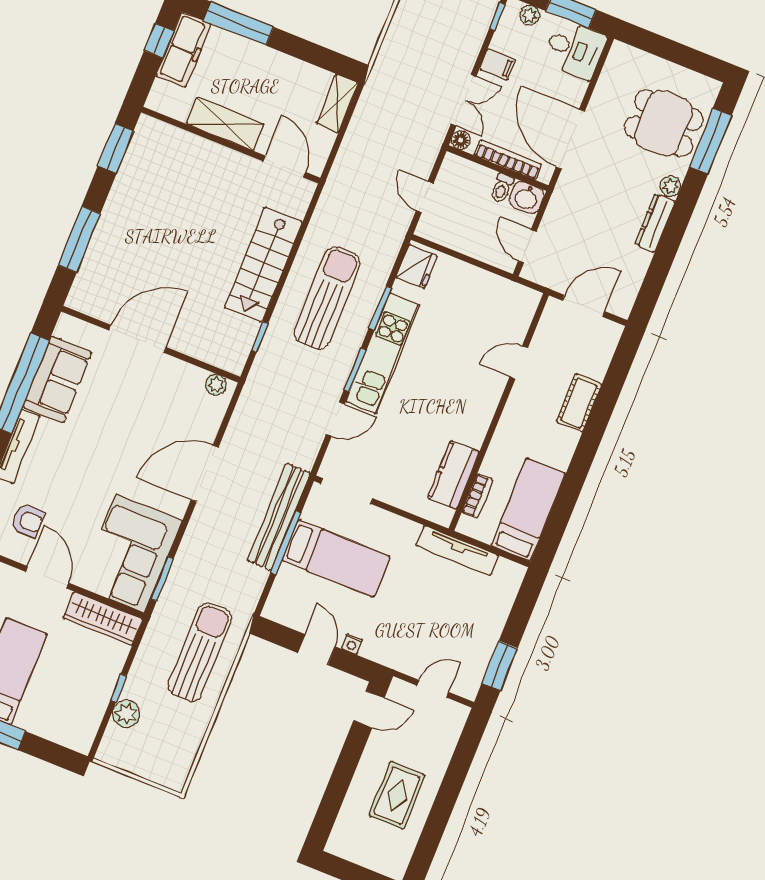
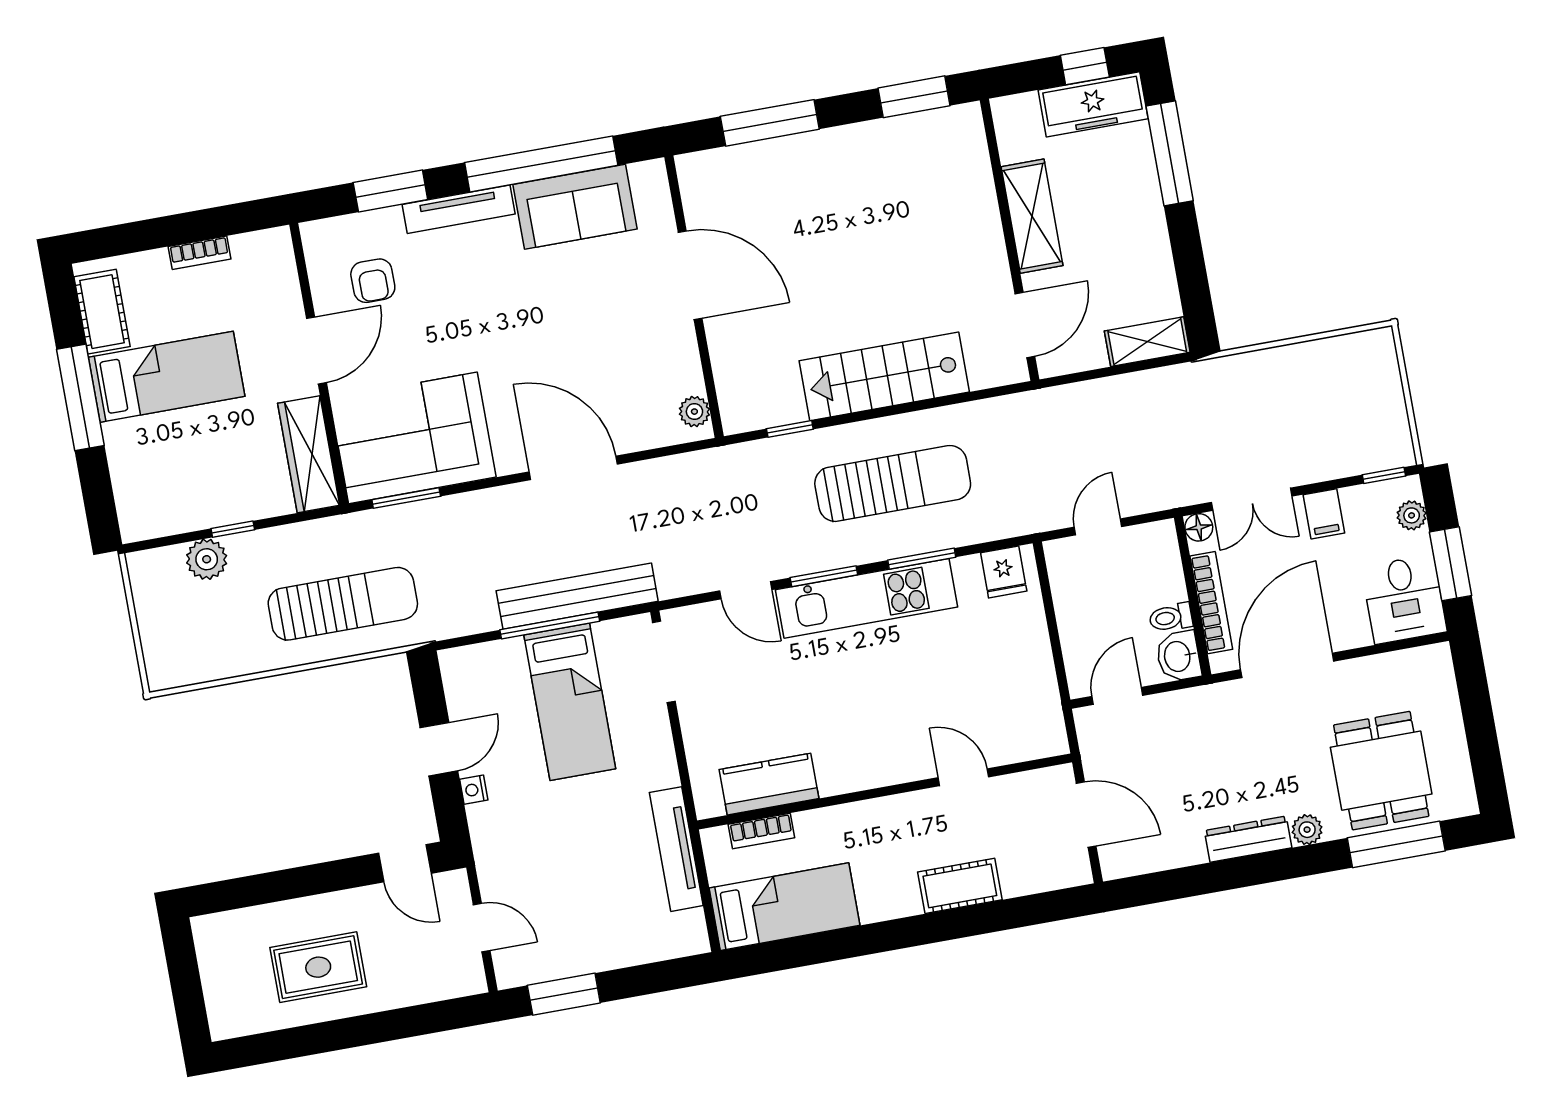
fridge: (417, 266) -> (1004, 572), width x0.72

